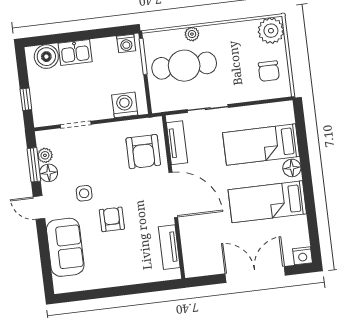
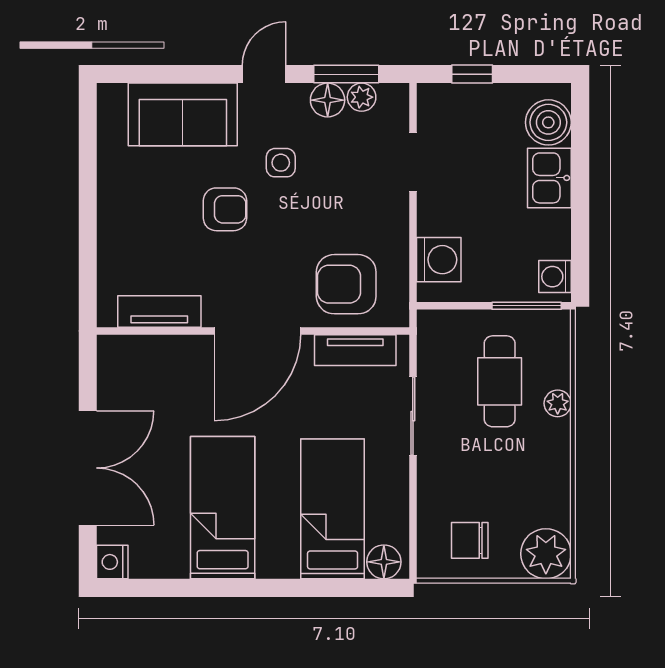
cafe table: (184, 66) -> (500, 381), width x0.73, depth x0.74
floor lamp: (292, 168) -> (384, 562), moved

